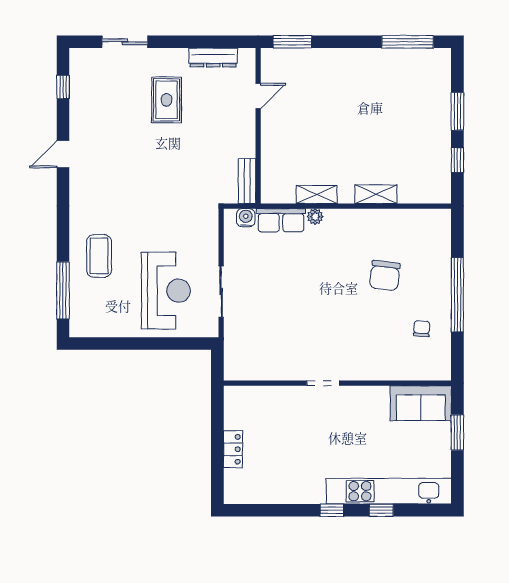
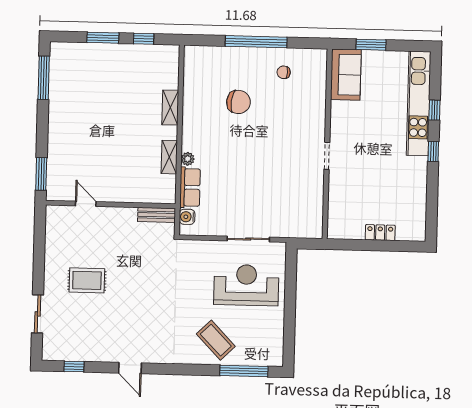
dresser: (213, 57) -> (53, 241), removed
coffee table: (99, 256) -> (216, 340), turned 46

